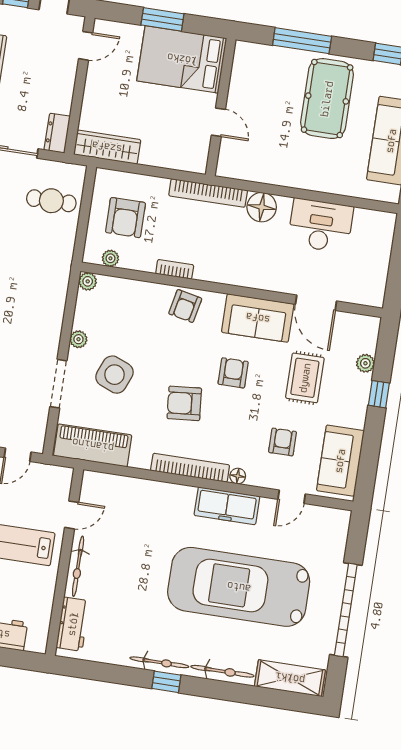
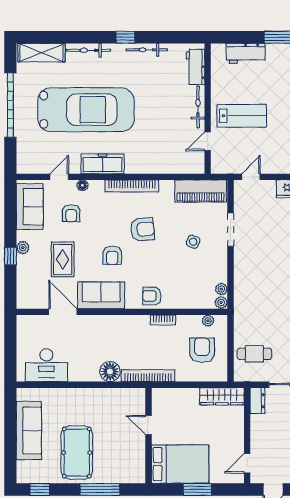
desk: (321, 225) -> (46, 365), moved
armchair: (185, 306) -> (152, 296), turned -102
plant: (78, 339) -> (221, 289), moved
plant: (365, 363) -> (23, 248), moved
side table: (114, 375) -> (193, 242), width x0.54, depth x0.54
floor lamp: (238, 476) -> (82, 185), moved
bicycle: (159, 662) -> (147, 50), moved

